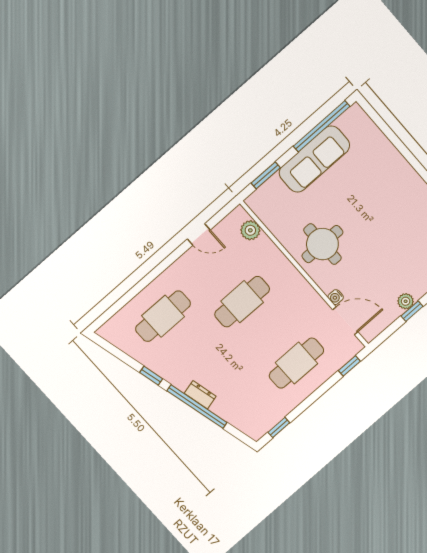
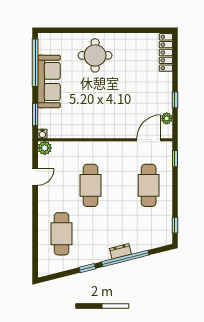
plant: (250, 230) -> (45, 148), moved
round table: (322, 244) -> (95, 55), moved
water cooler: (336, 297) -> (42, 134), moved
plant: (406, 301) -> (167, 118), moved

